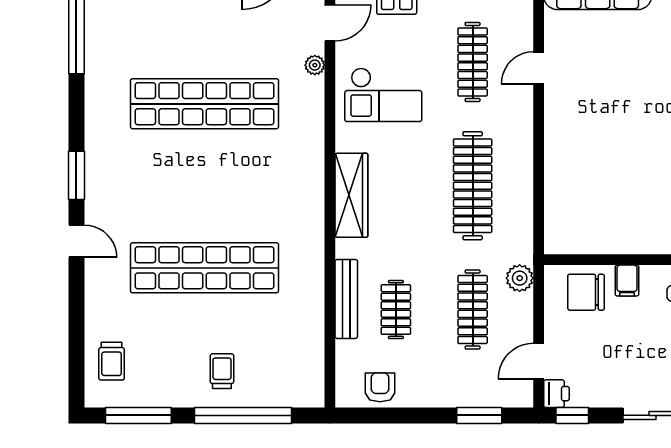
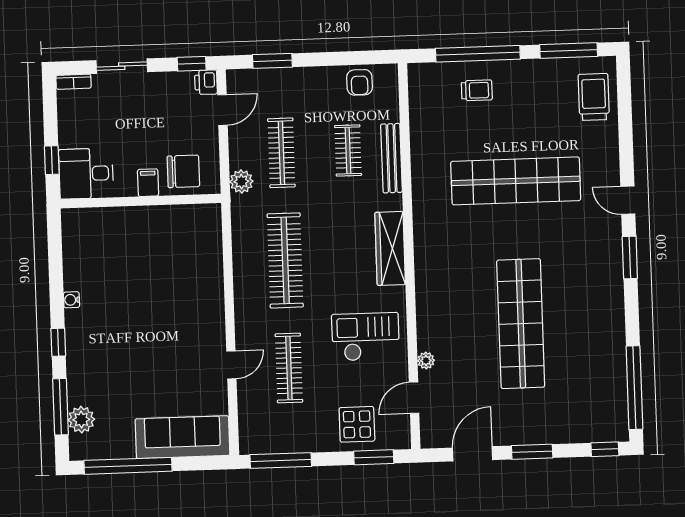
shop shelf: (205, 104) -> (521, 324), turned 90
trolley: (112, 361) -> (594, 97), width x1.36, depth x1.39
trolley: (222, 371) -> (477, 90), moved, turned -90

